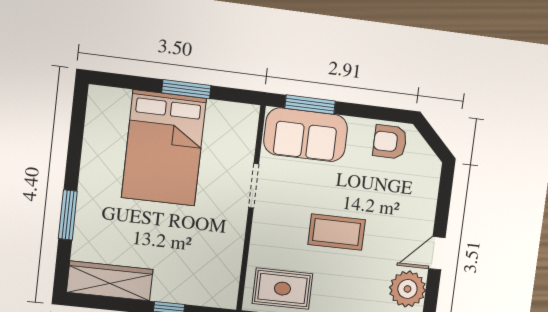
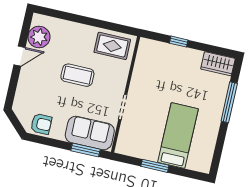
bed: (164, 148) -> (178, 136), width x0.67
window: (68, 215) -> (229, 102), width x1.44
wardrobe: (110, 281) -> (218, 64), width x0.67

